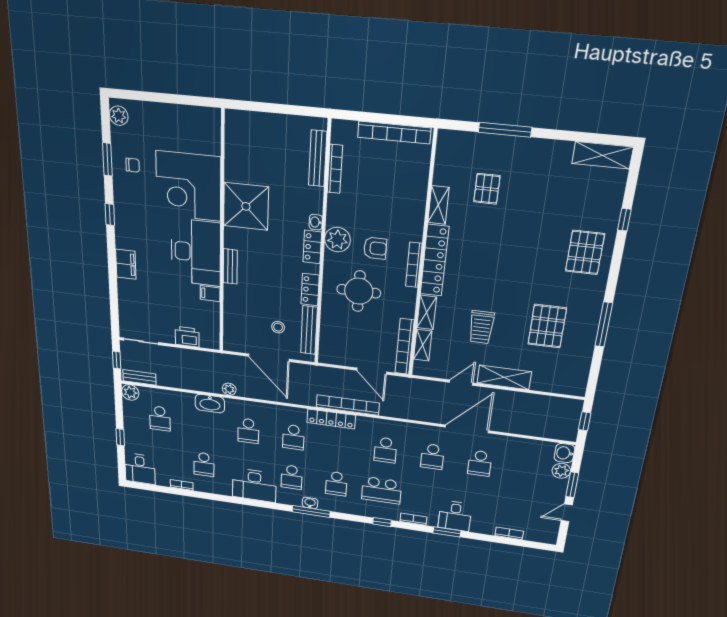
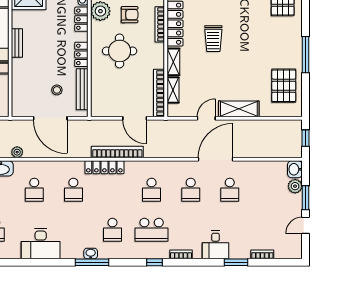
pallet: (547, 326) -> (284, 86), moved
trolley: (481, 327) -> (213, 39), moved
school desk: (292, 477) -> (73, 230), removed
window: (447, 532) -> (236, 262), moved

